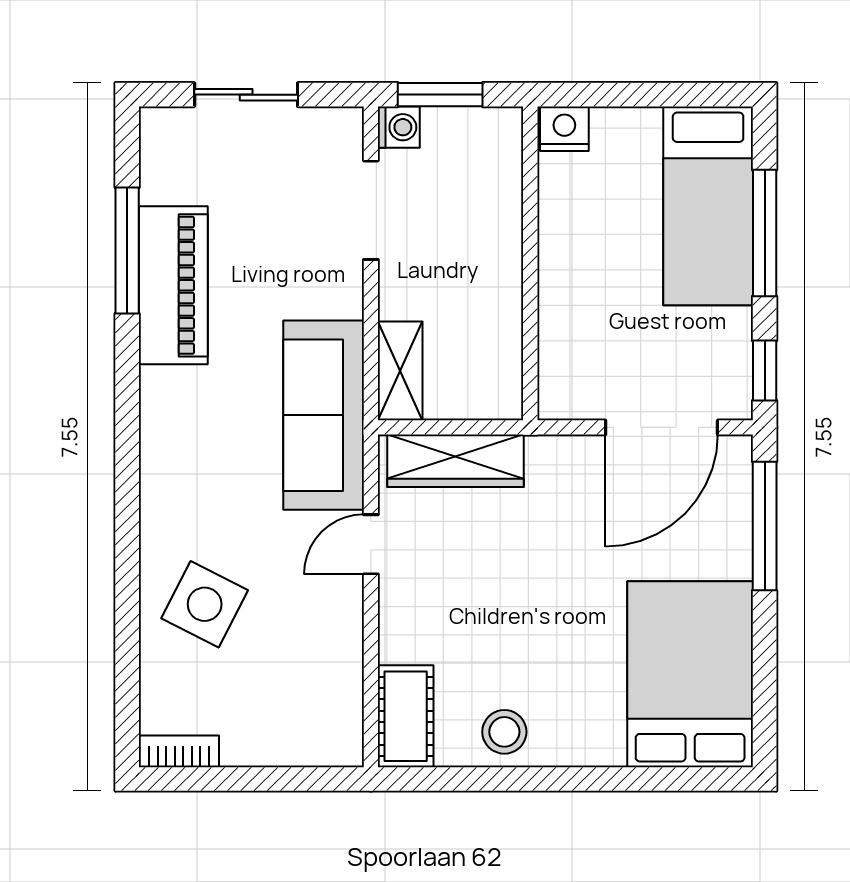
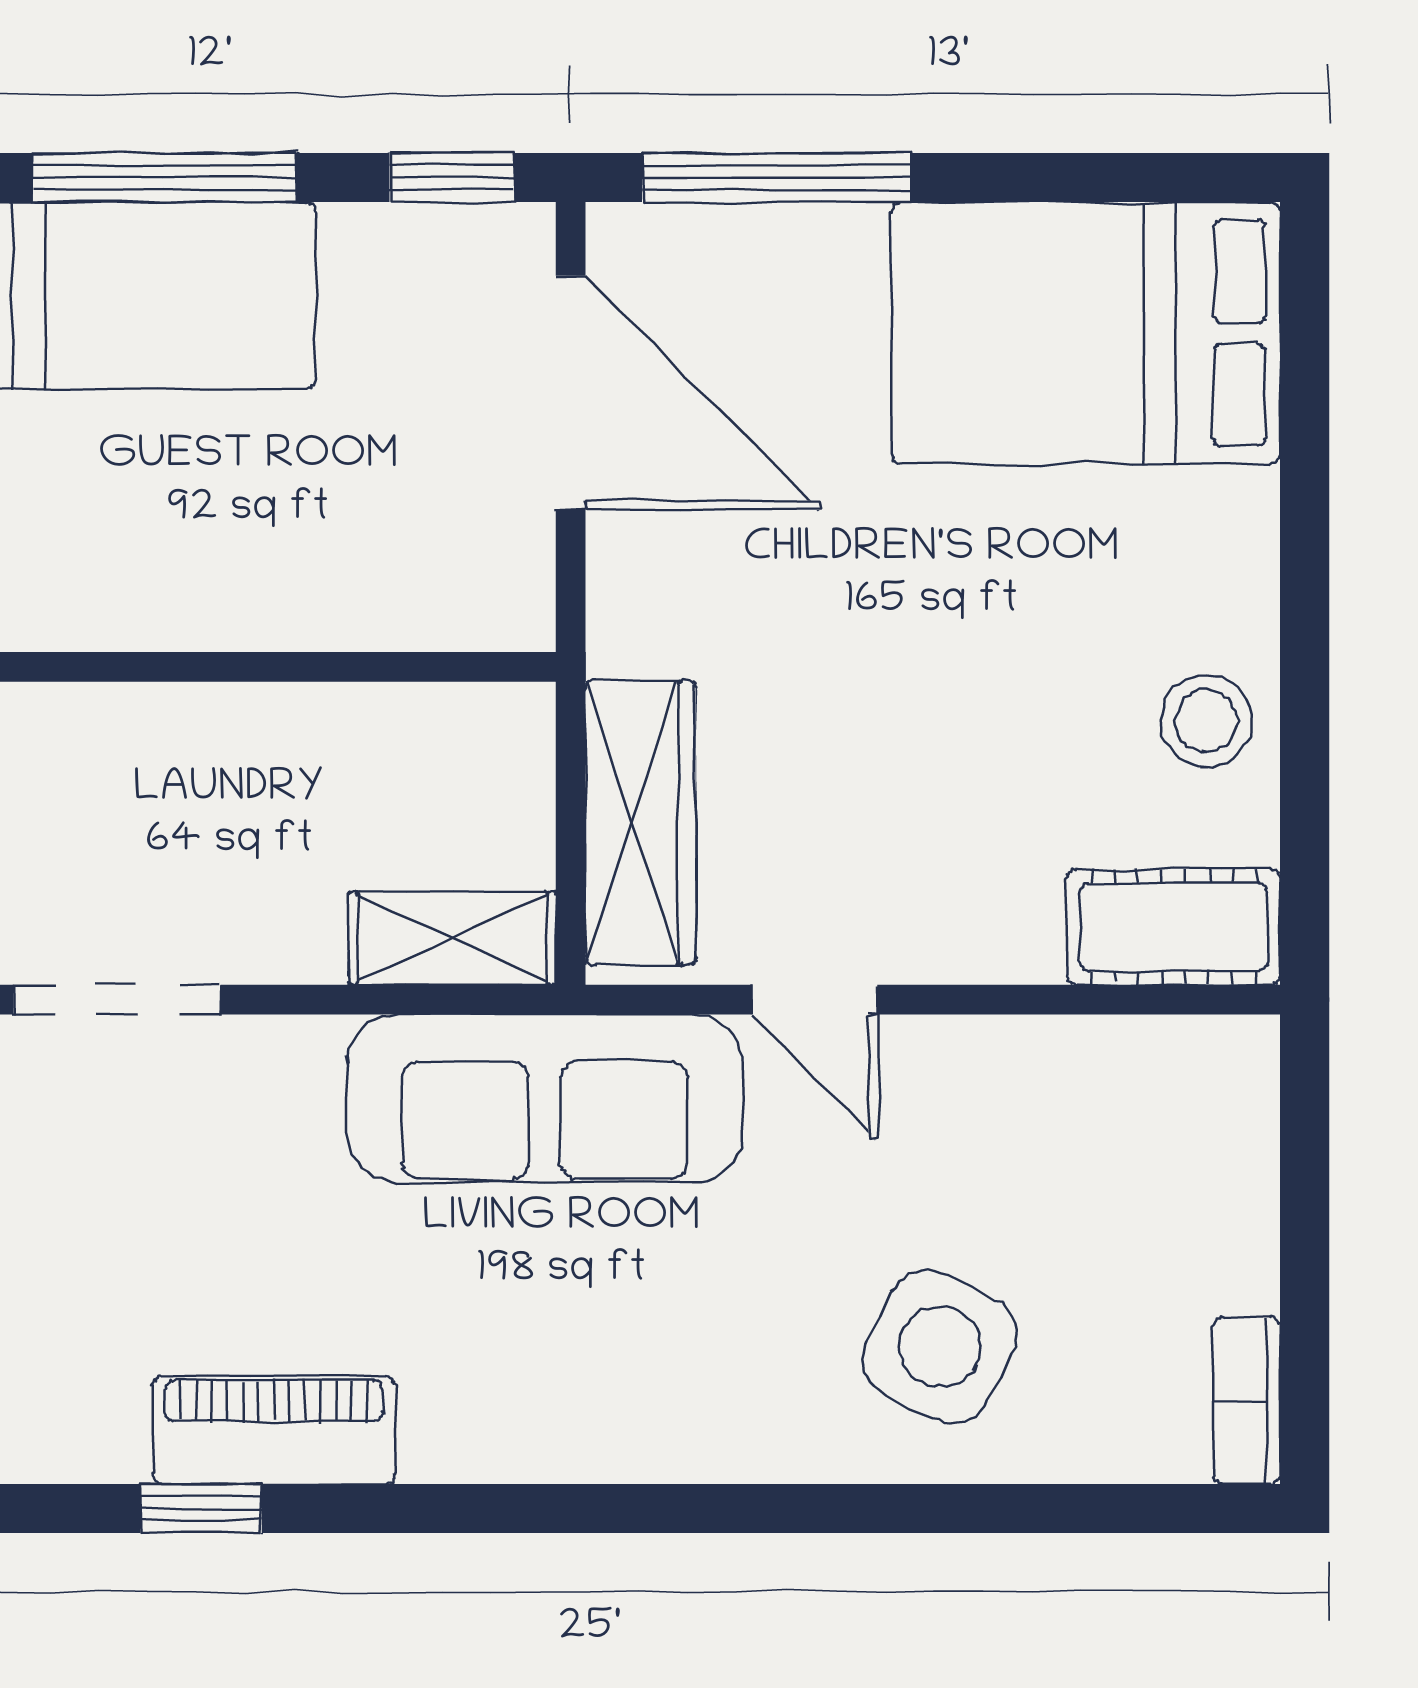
window: (127, 250) -> (201, 1509), width x0.46
piano: (173, 285) -> (274, 1430), width x0.73, depth x0.75

